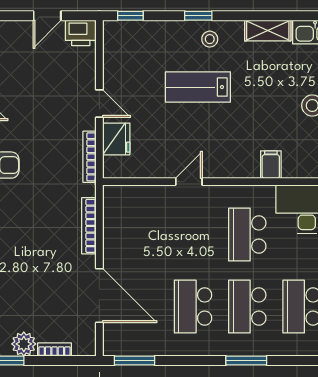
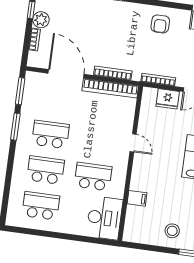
bookcase: (112, 227) -> (110, 88), added
door: (99, 296) -> (66, 74), swing flipped
window: (246, 361) -> (15, 127), moved

